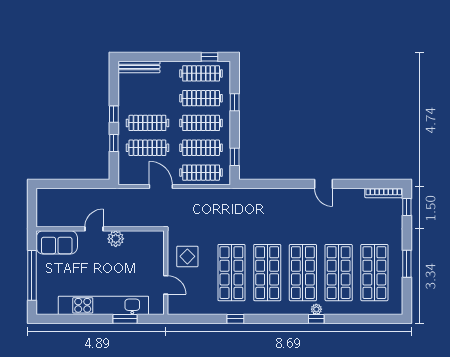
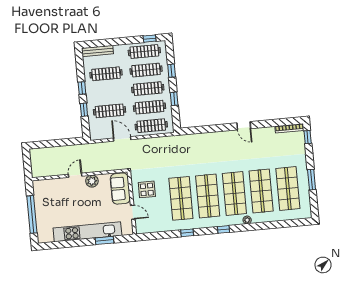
clothes rail: (147, 123) -> (106, 74), moved
window: (235, 157) -> (174, 99), moved
sofa: (57, 242) -> (120, 189), moved, turned 90
window: (316, 319) -> (223, 229), moved

